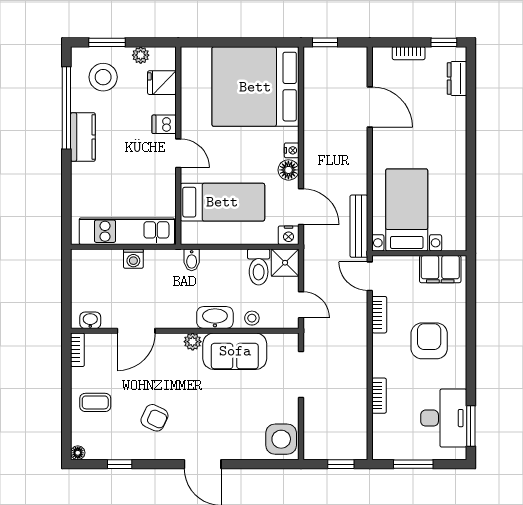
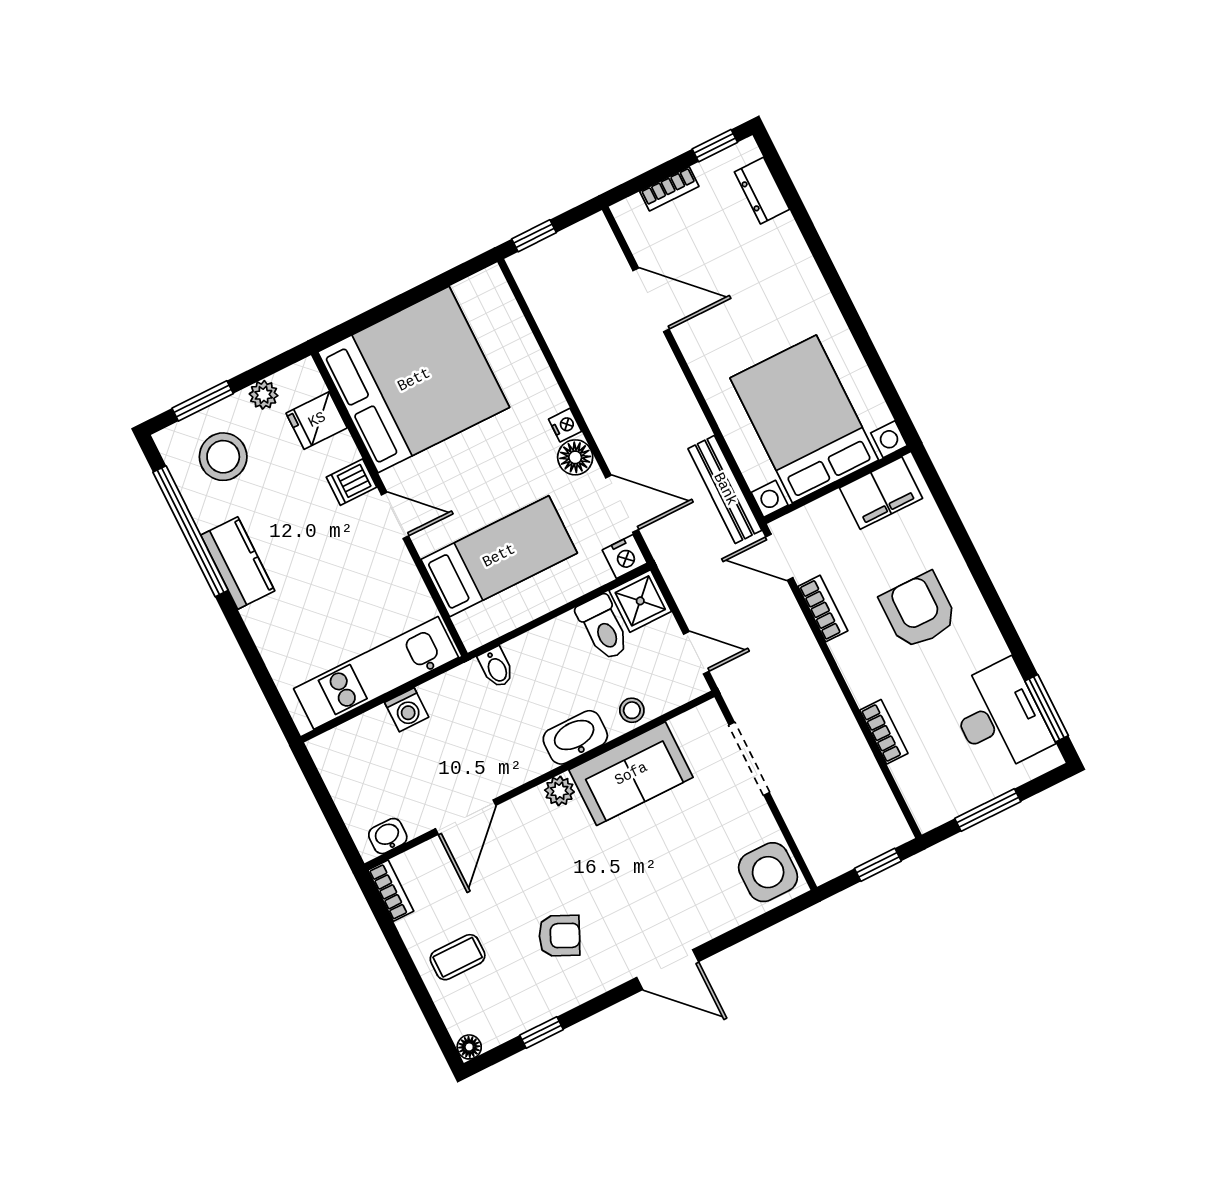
bed: (255, 87) -> (414, 380), moved, turned 180
bed with nightstands: (407, 210) -> (804, 419), width x1.36

